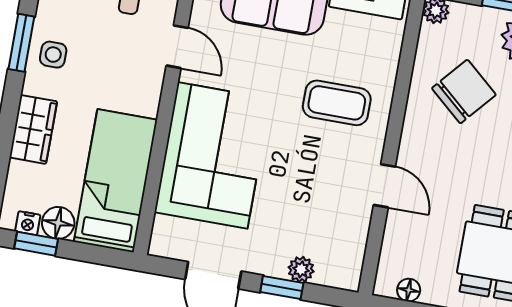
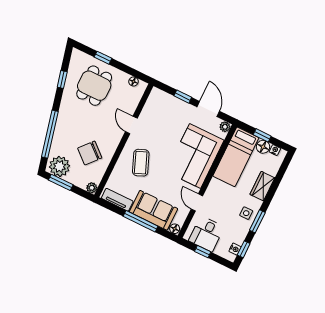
coffee table: (337, 103) -> (141, 163), turned 68
window: (36, 244) -> (262, 135), moved
plant: (301, 269) -> (225, 127), moved

